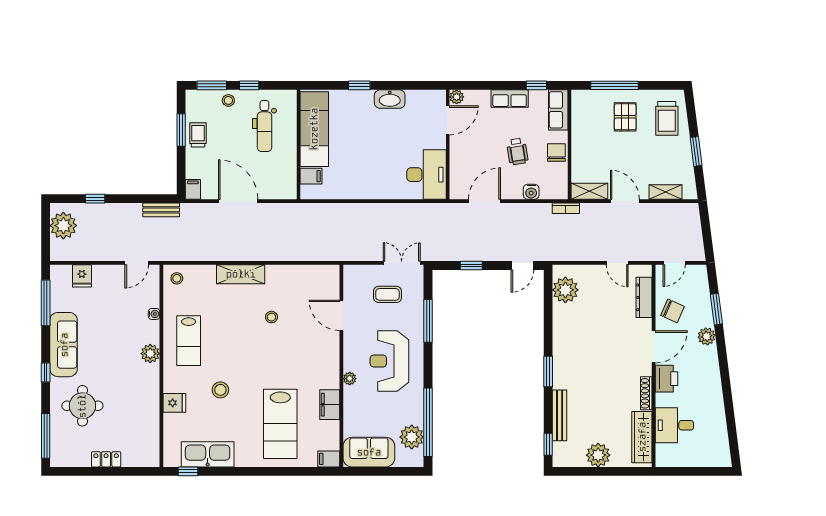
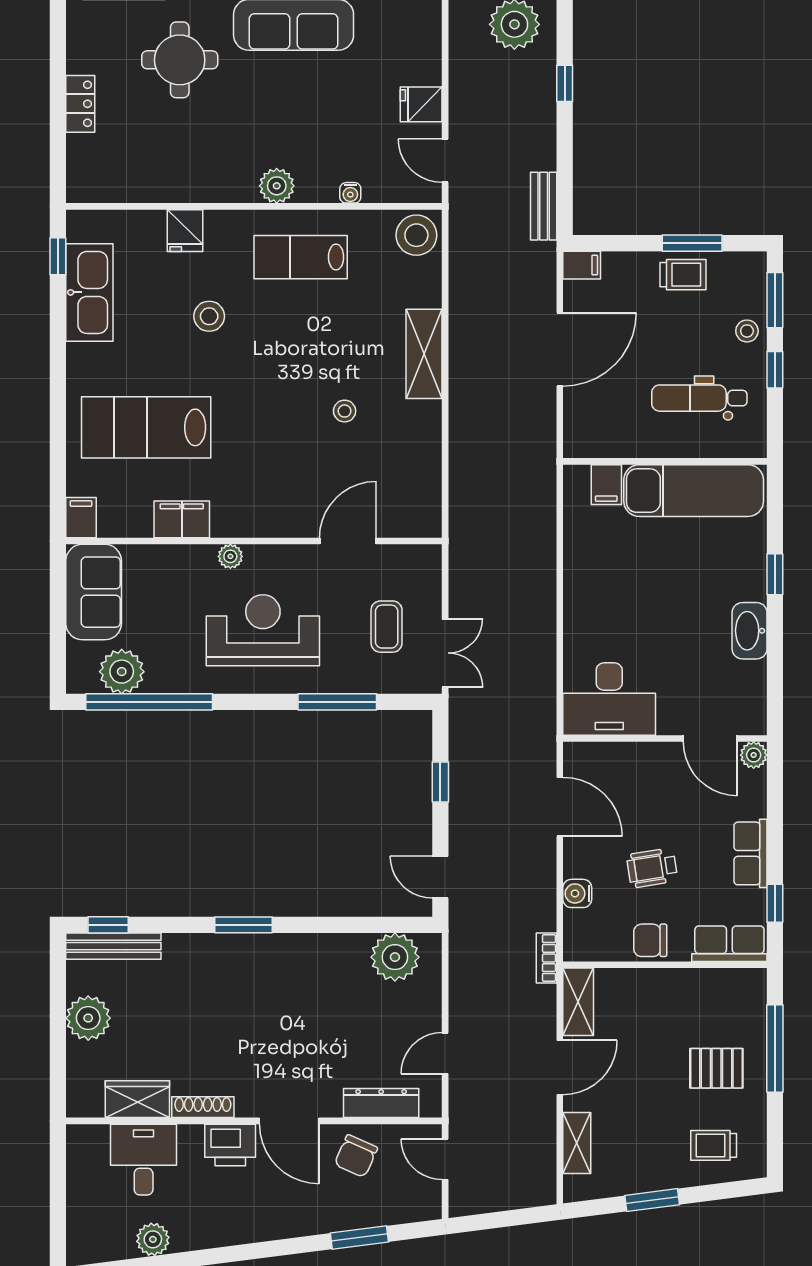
trolley: (667, 118) -> (714, 1145), width x0.73, depth x0.72
chair: (556, 152) -> (650, 940), turned 180
fridge: (82, 276) -> (421, 104), moved
stool: (177, 278) -> (416, 235), width x1.89, depth x1.89
plant: (707, 336) -> (153, 1239), moved
bench: (560, 415) -> (113, 946), moved
wardrobe: (642, 437) -> (137, 1099), width x0.67

